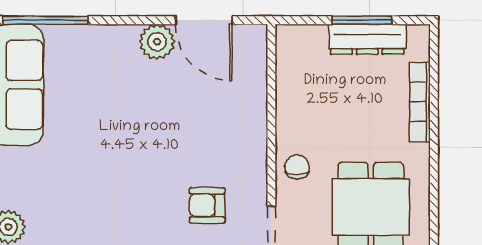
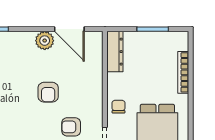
dresser: (367, 39) -> (115, 52), moved, turned -90
armchair: (164, 140) -> (48, 92), added

